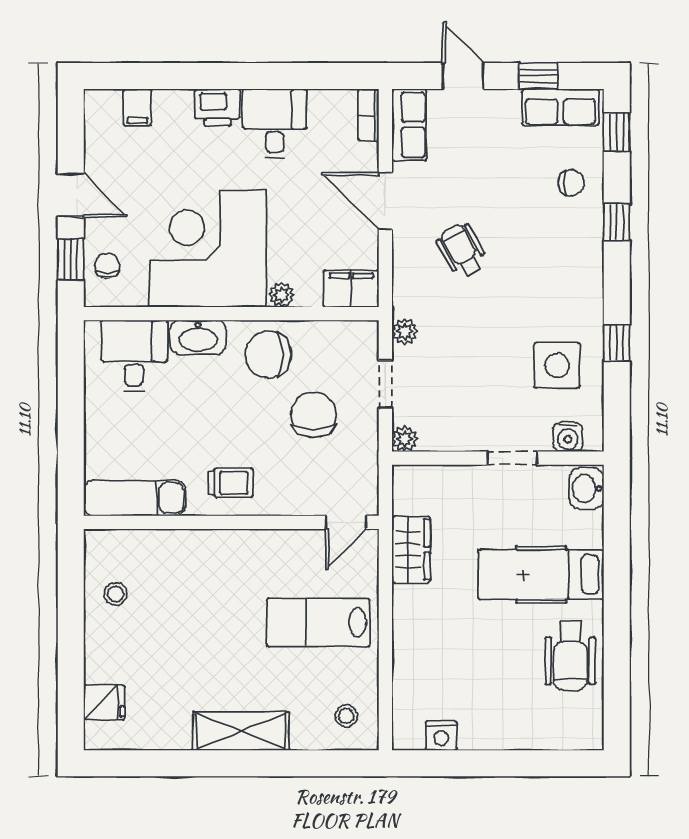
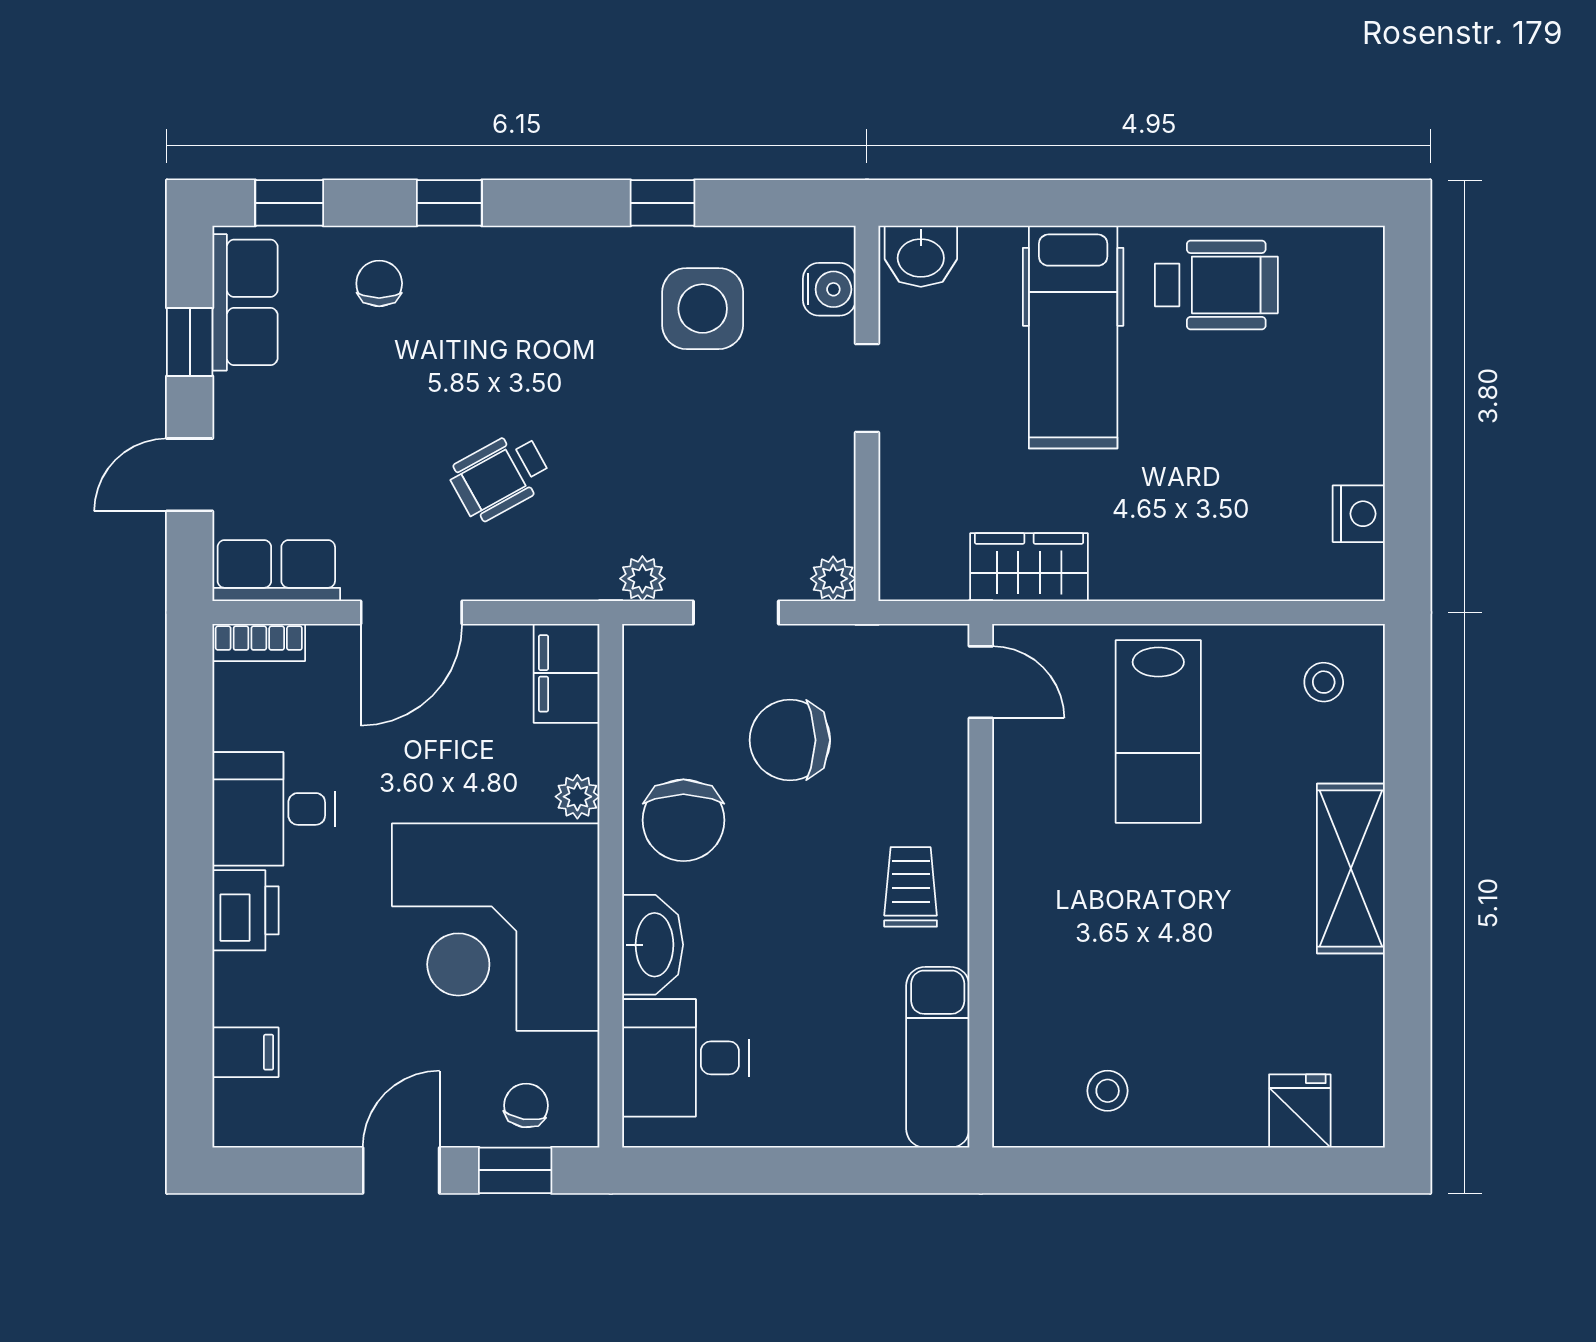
chair: (107, 266) -> (526, 1105), turned 99

